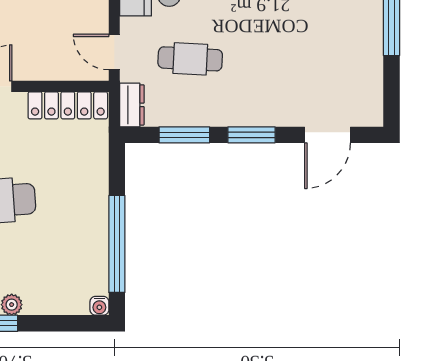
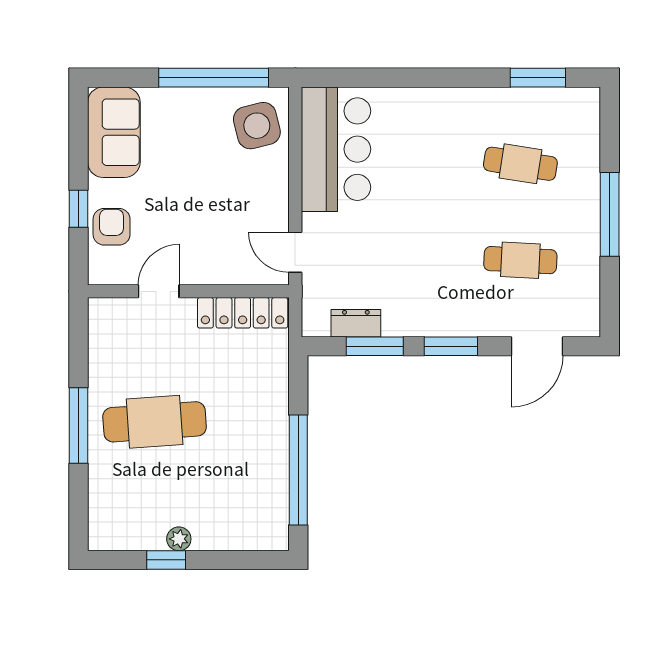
cafe table: (190, 59) -> (520, 260), moved
dresser: (132, 105) -> (356, 323), moved, turned -90
water cooler: (99, 306) -> (278, 540), removed

